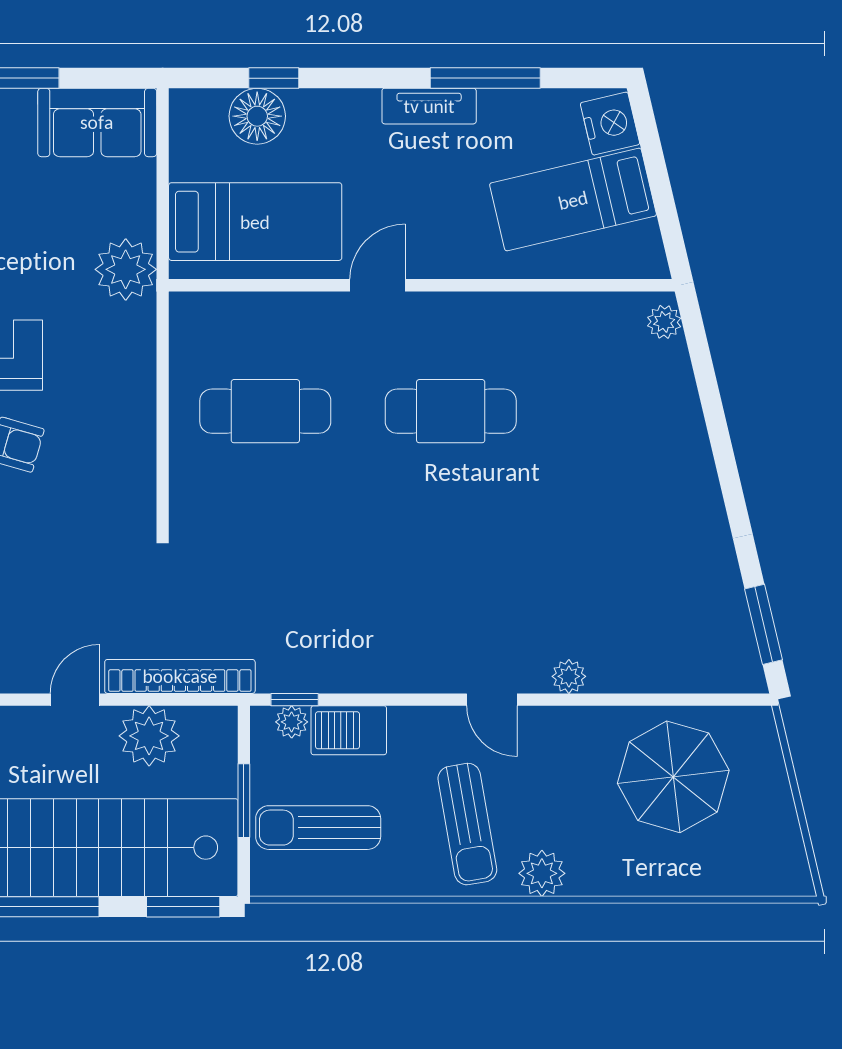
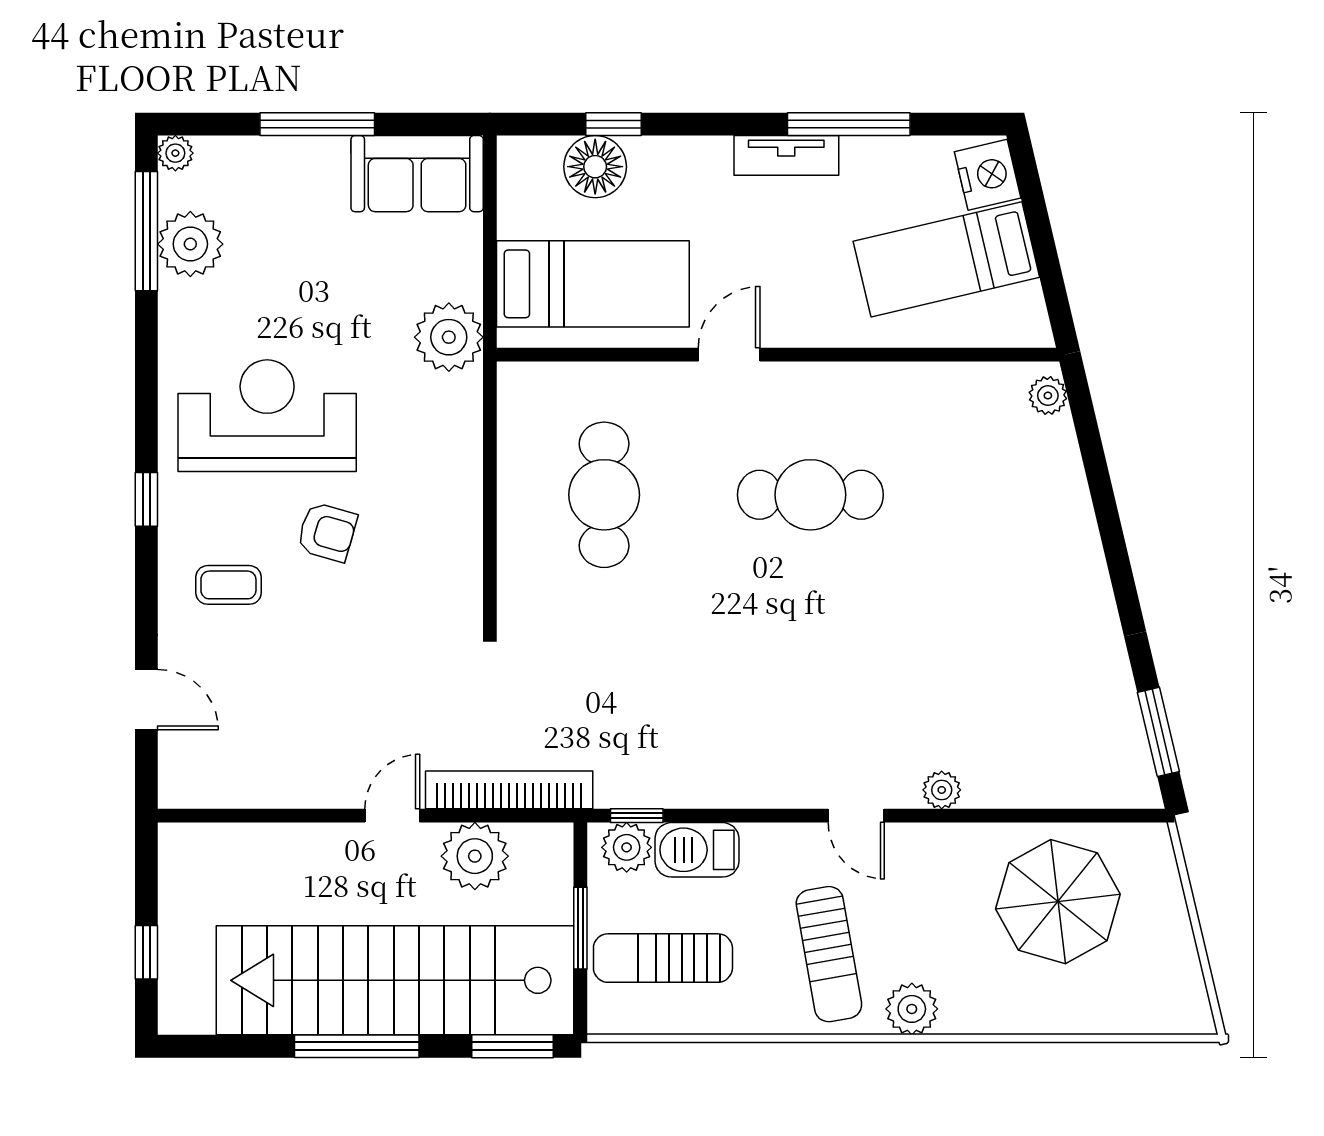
cafe table: (265, 411) -> (604, 495), turned 90
plant: (292, 722) -> (627, 847), width x1.38, depth x1.38

